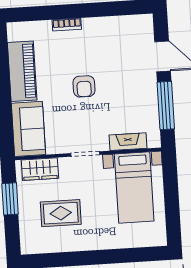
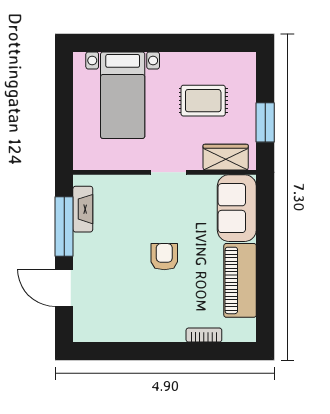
bookcase: (67, 25) -> (204, 335), moved
fireplace: (128, 142) -> (83, 209), moved, turned -90
bed with nightstands: (134, 188) -> (123, 95), moved, turned 180

